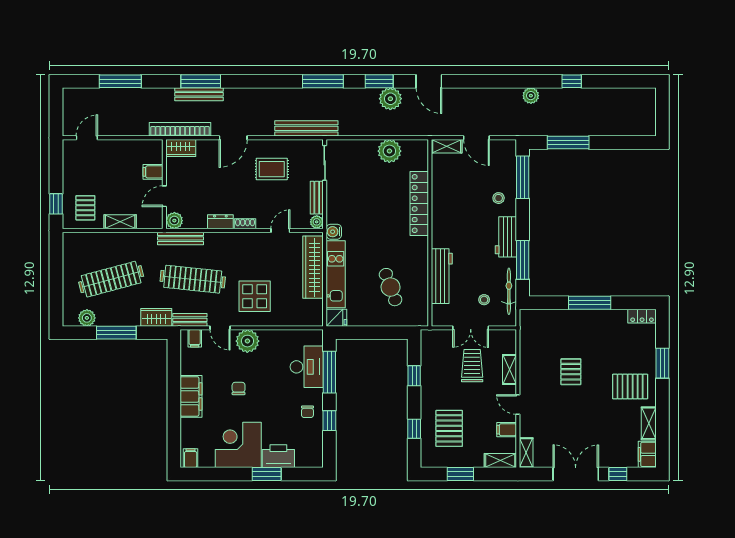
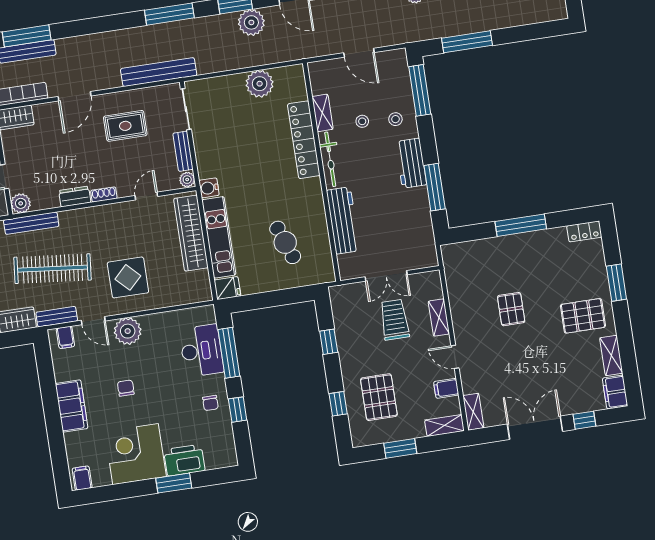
shelving: (447, 146) -> (322, 113), moved, turned 90
bicycle: (509, 291) -> (330, 159), moved, turned 180
stool: (484, 300) -> (362, 121), moved

